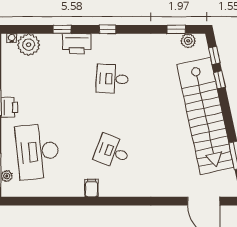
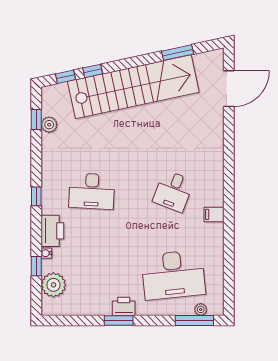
window: (62, 29) -> (36, 266), moved
water cooler: (12, 38) -> (46, 253), moved
plant: (188, 41) -> (49, 125), moved
desk: (112, 79) -> (92, 191), width x1.37

